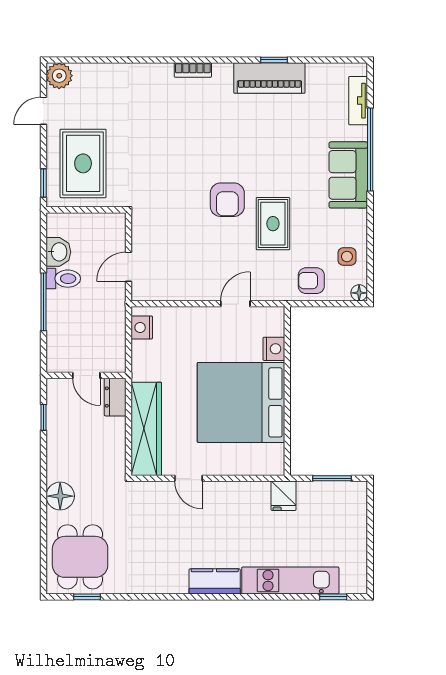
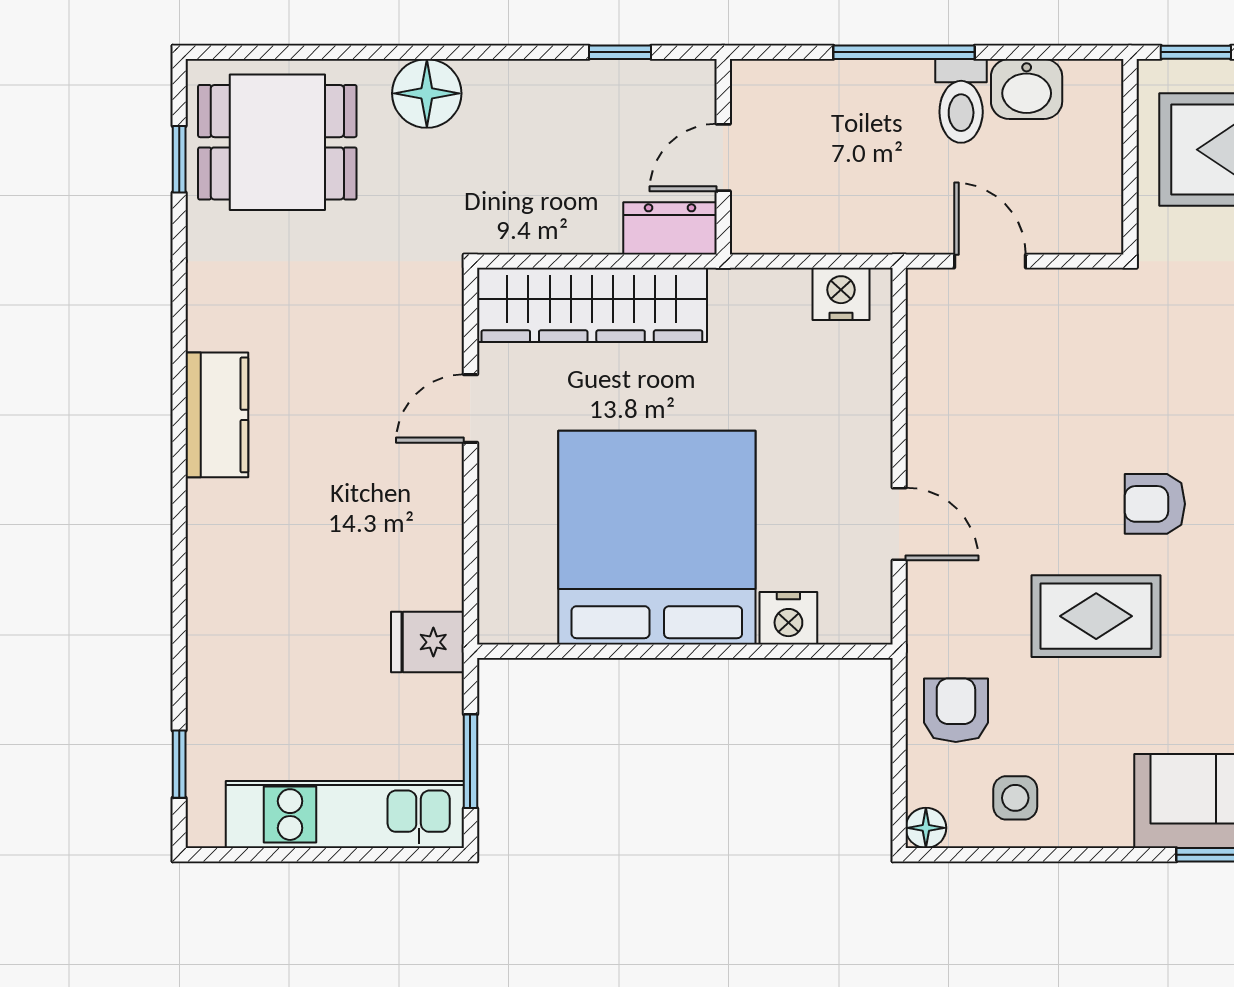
armchair: (227, 200) -> (1155, 504), width x0.72, depth x0.72
kitchen unit: (290, 580) -> (345, 815), moved, turned -90
kitchen counter: (215, 581) -> (217, 415), moved

